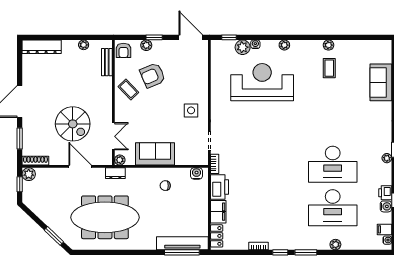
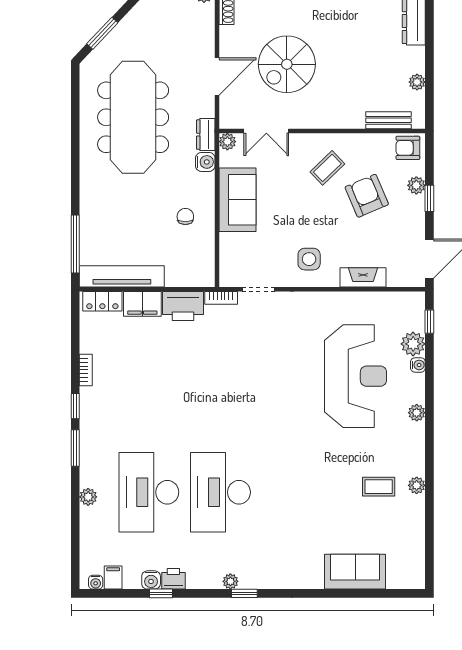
fireplace: (202, 78) -> (363, 277), added
coffee table: (128, 89) -> (327, 168), moved
water cooler: (197, 173) -> (205, 162), moved
tv unit: (182, 243) -> (122, 276), moved, turned -90

